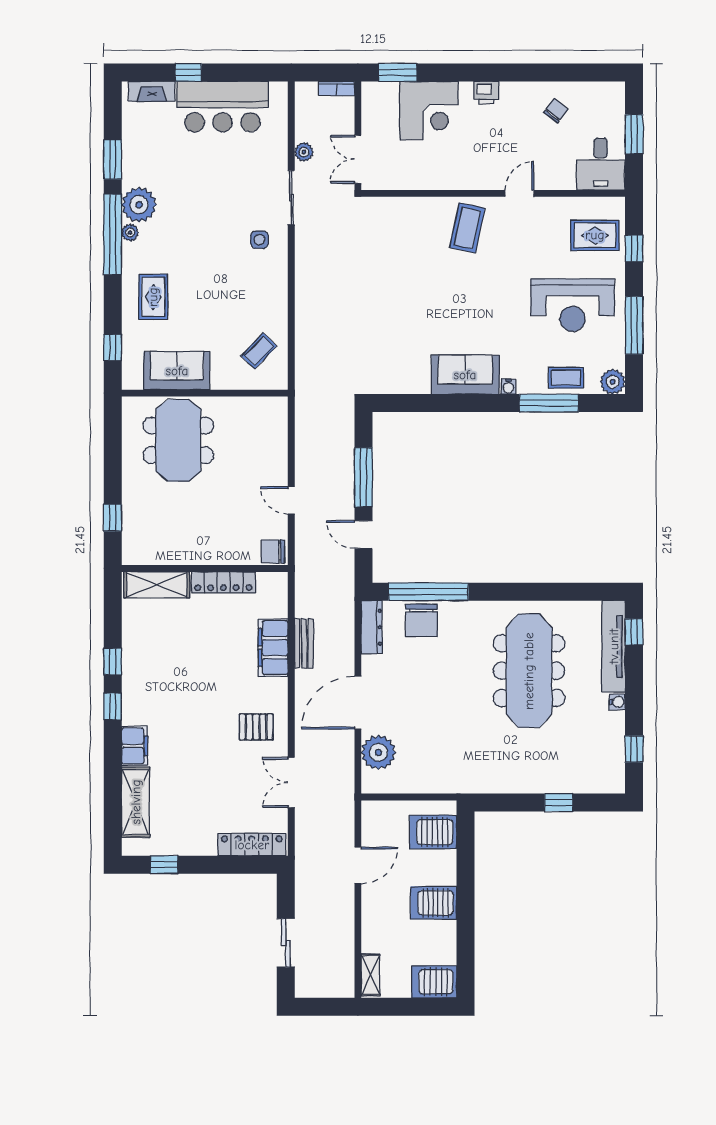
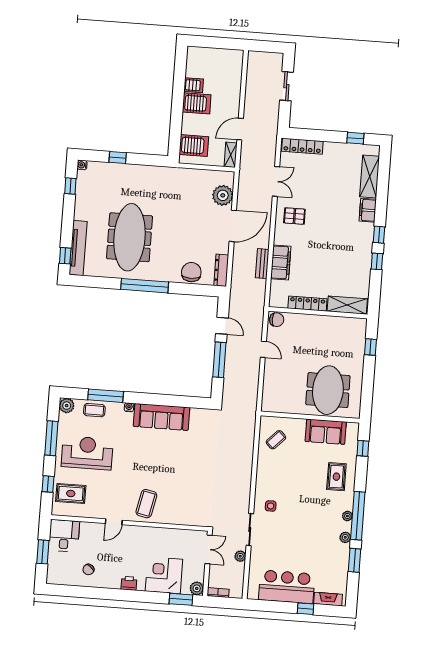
plant: (373, 93) -> (197, 588), added
plant: (139, 205) -> (345, 537), width x0.53, depth x0.53
sofa: (465, 375) -> (161, 417), width x1.36
window: (429, 592) -> (145, 286), moved
water cooler: (617, 702) -> (82, 165), moved
shelving: (371, 975) -> (231, 155), moved
server rack: (434, 982) -> (194, 85), moved, width x0.73, depth x0.70

